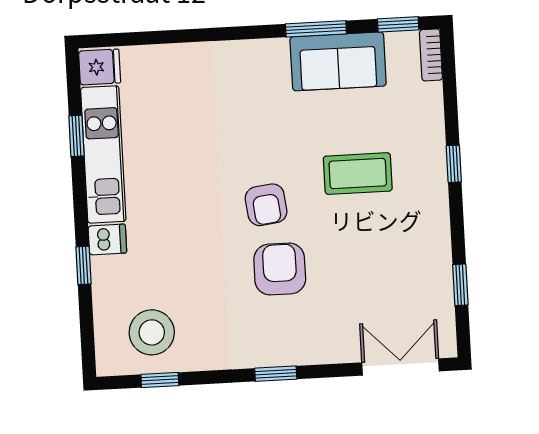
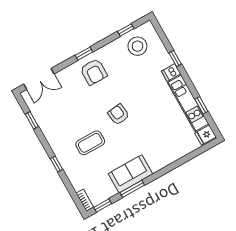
sofa: (338, 61) -> (130, 174), moved
armchair: (280, 269) -> (94, 72), moved

